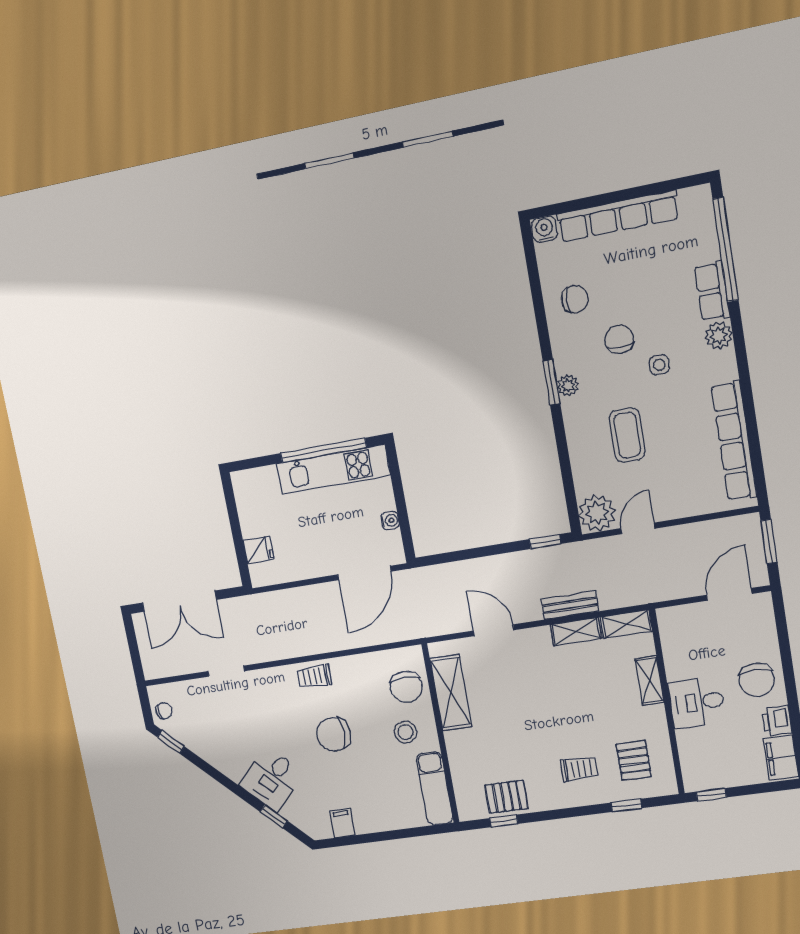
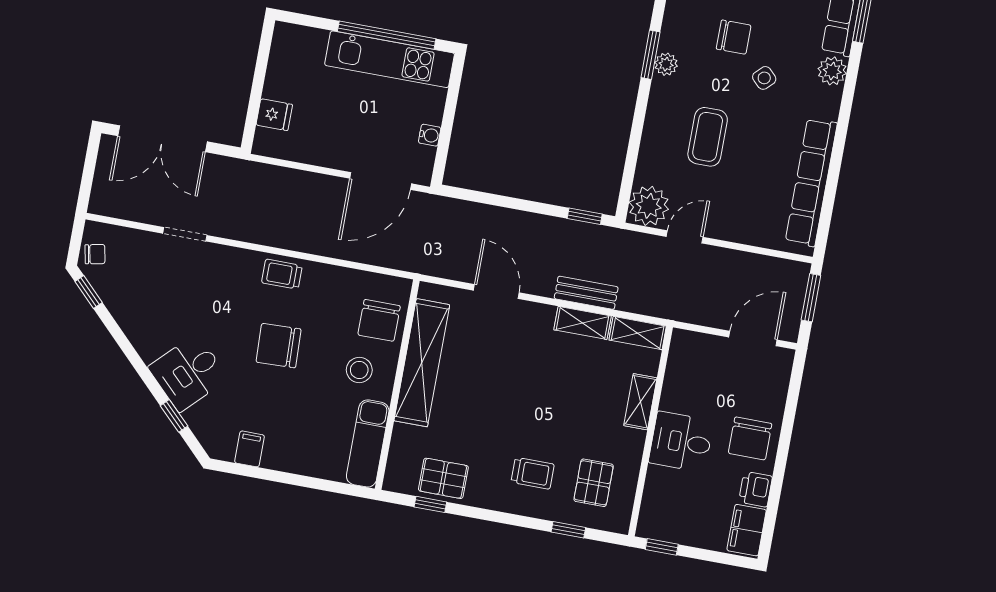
chair: (619, 339) -> (734, 37), turned 90
side table: (659, 365) -> (764, 78), turned 45
shelving: (451, 693) -> (422, 363), width x1.47

